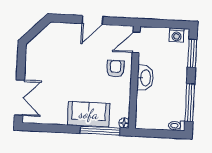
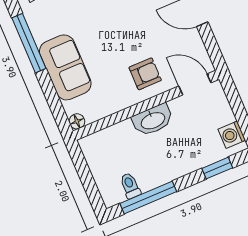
window: (192, 53) -> (217, 168), width x0.67
toilet: (177, 126) -> (130, 186), moved
window: (100, 131) -> (29, 43), moved

